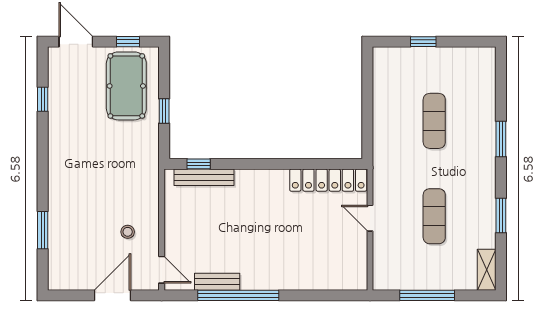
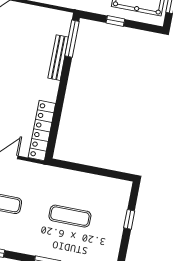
window: (199, 164) -> (72, 39), width x2.17
bench: (204, 177) -> (58, 58), moved

